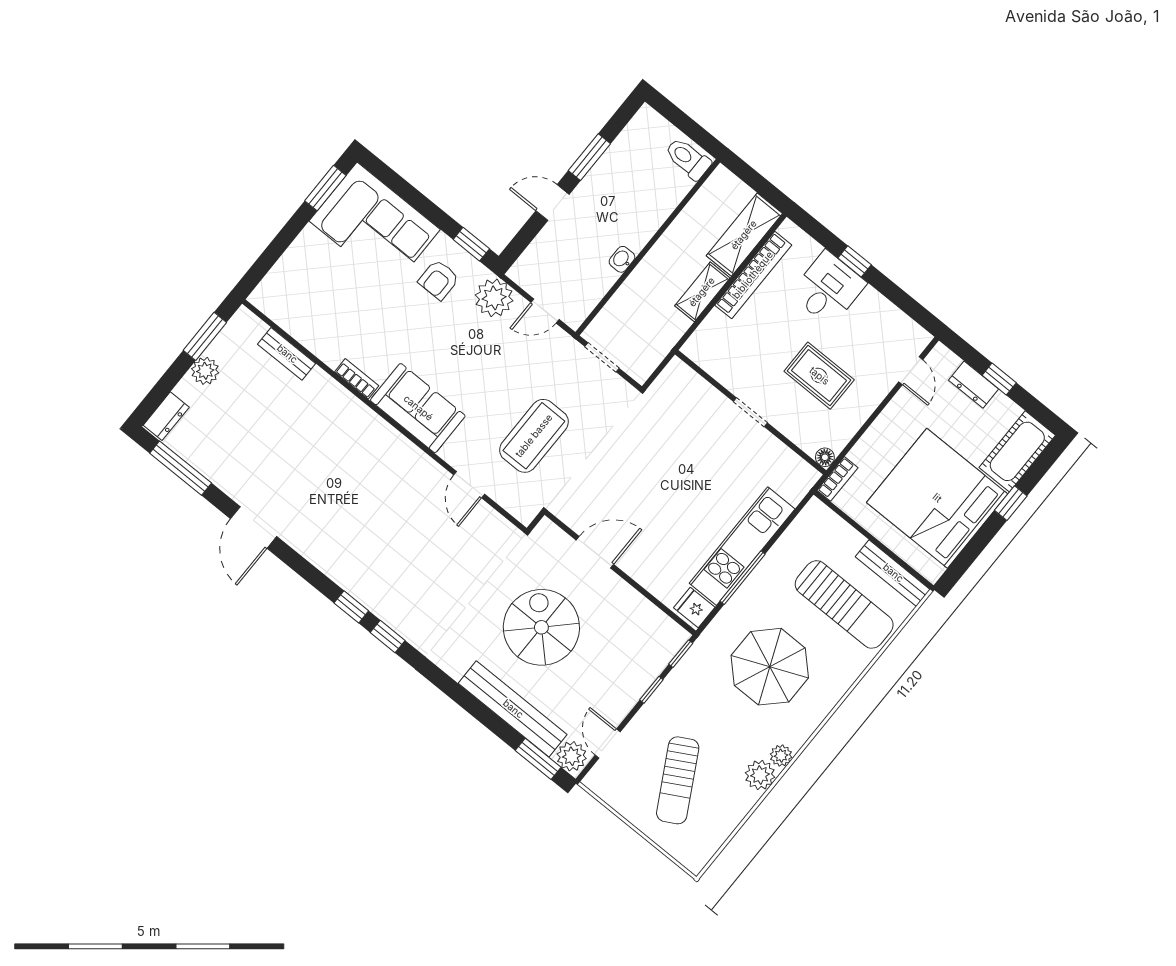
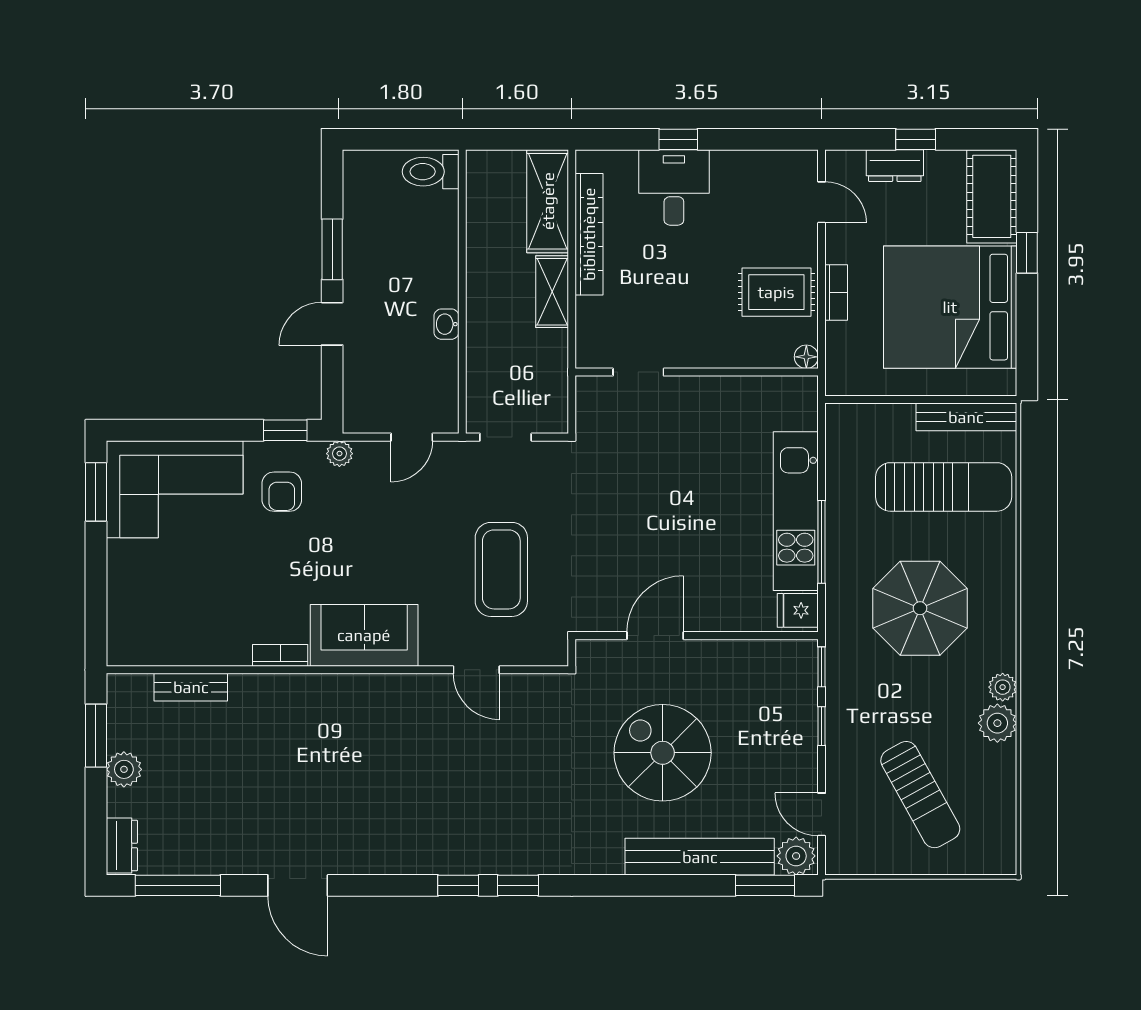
plant: (494, 298) -> (339, 454), width x0.53, depth x0.53
rug: (819, 376) -> (776, 292), moved
doorway: (750, 412) -> (638, 372), moved
bookcase: (837, 479) -> (836, 292), moved

